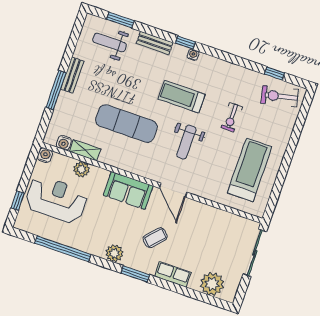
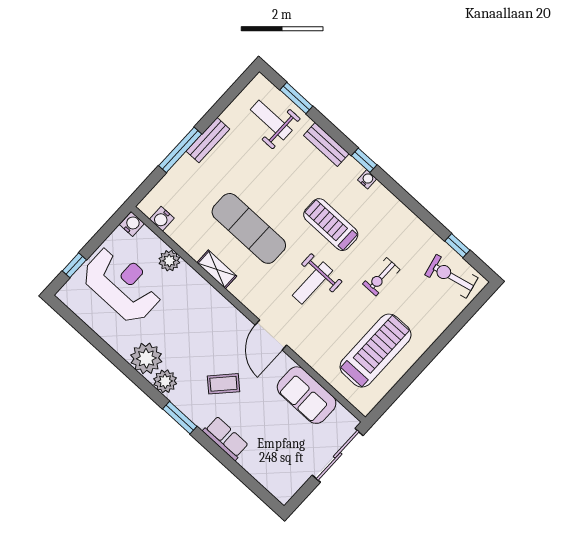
shelving: (85, 150) -> (217, 269), moved
sofa: (128, 191) -> (307, 395), moved
window: (63, 249) -> (104, 348), removed
plant: (212, 284) -> (146, 358), moved

